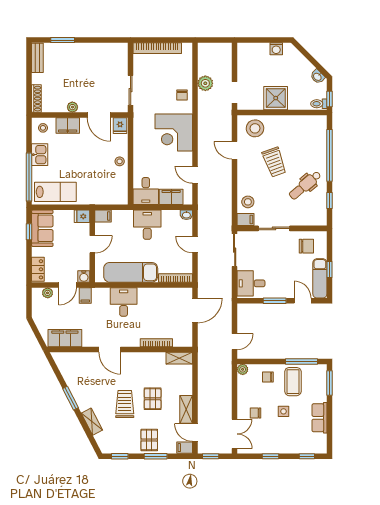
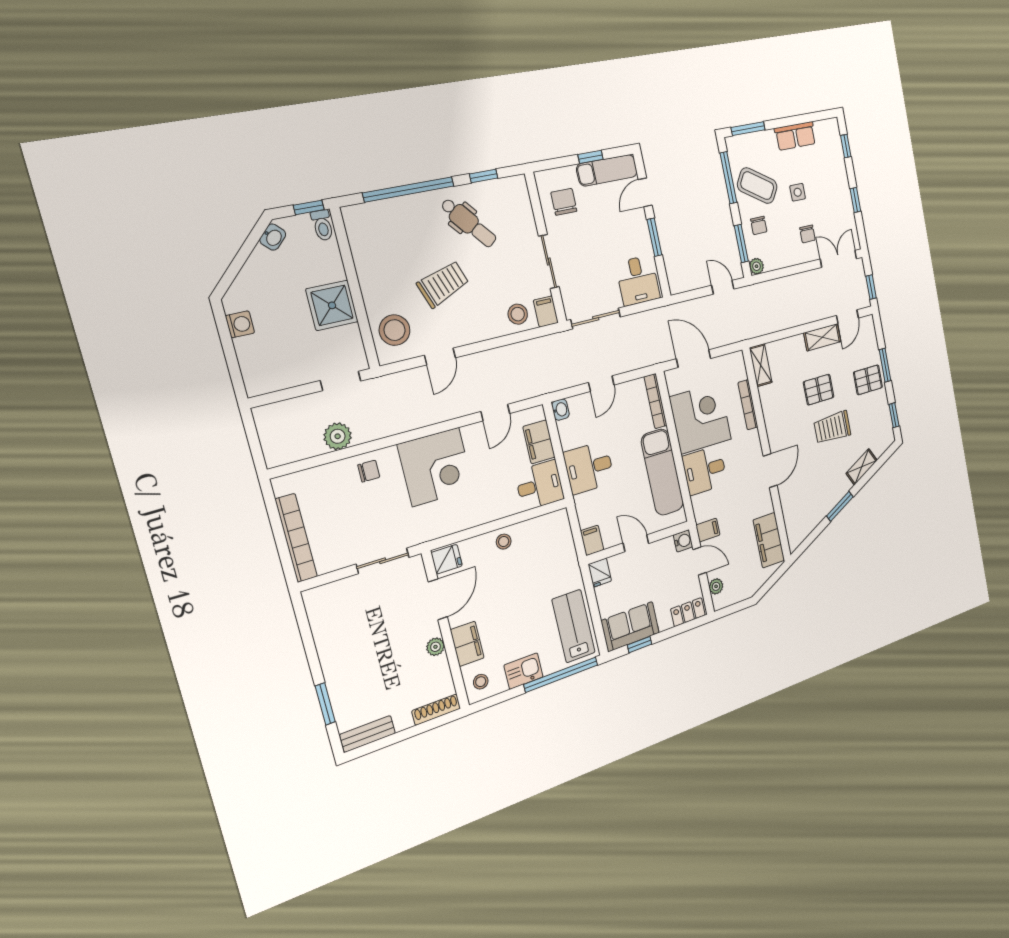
corner desk: (157, 307) -> (700, 418), added
window: (259, 361) -> (741, 244), added
coffee table: (293, 382) -> (757, 186), turned 32
filing cabinet: (185, 448) -> (868, 327), removed

